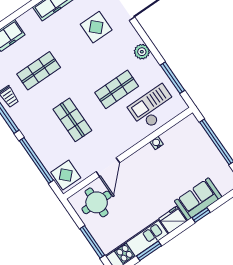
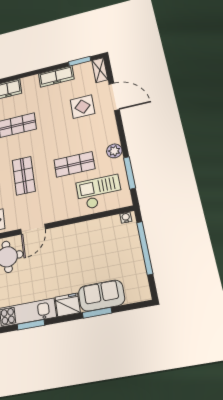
plant: (142, 52) -> (114, 151), moved
water cooler: (157, 143) -> (126, 218), moved
window: (201, 215) -> (97, 313), width x1.50

